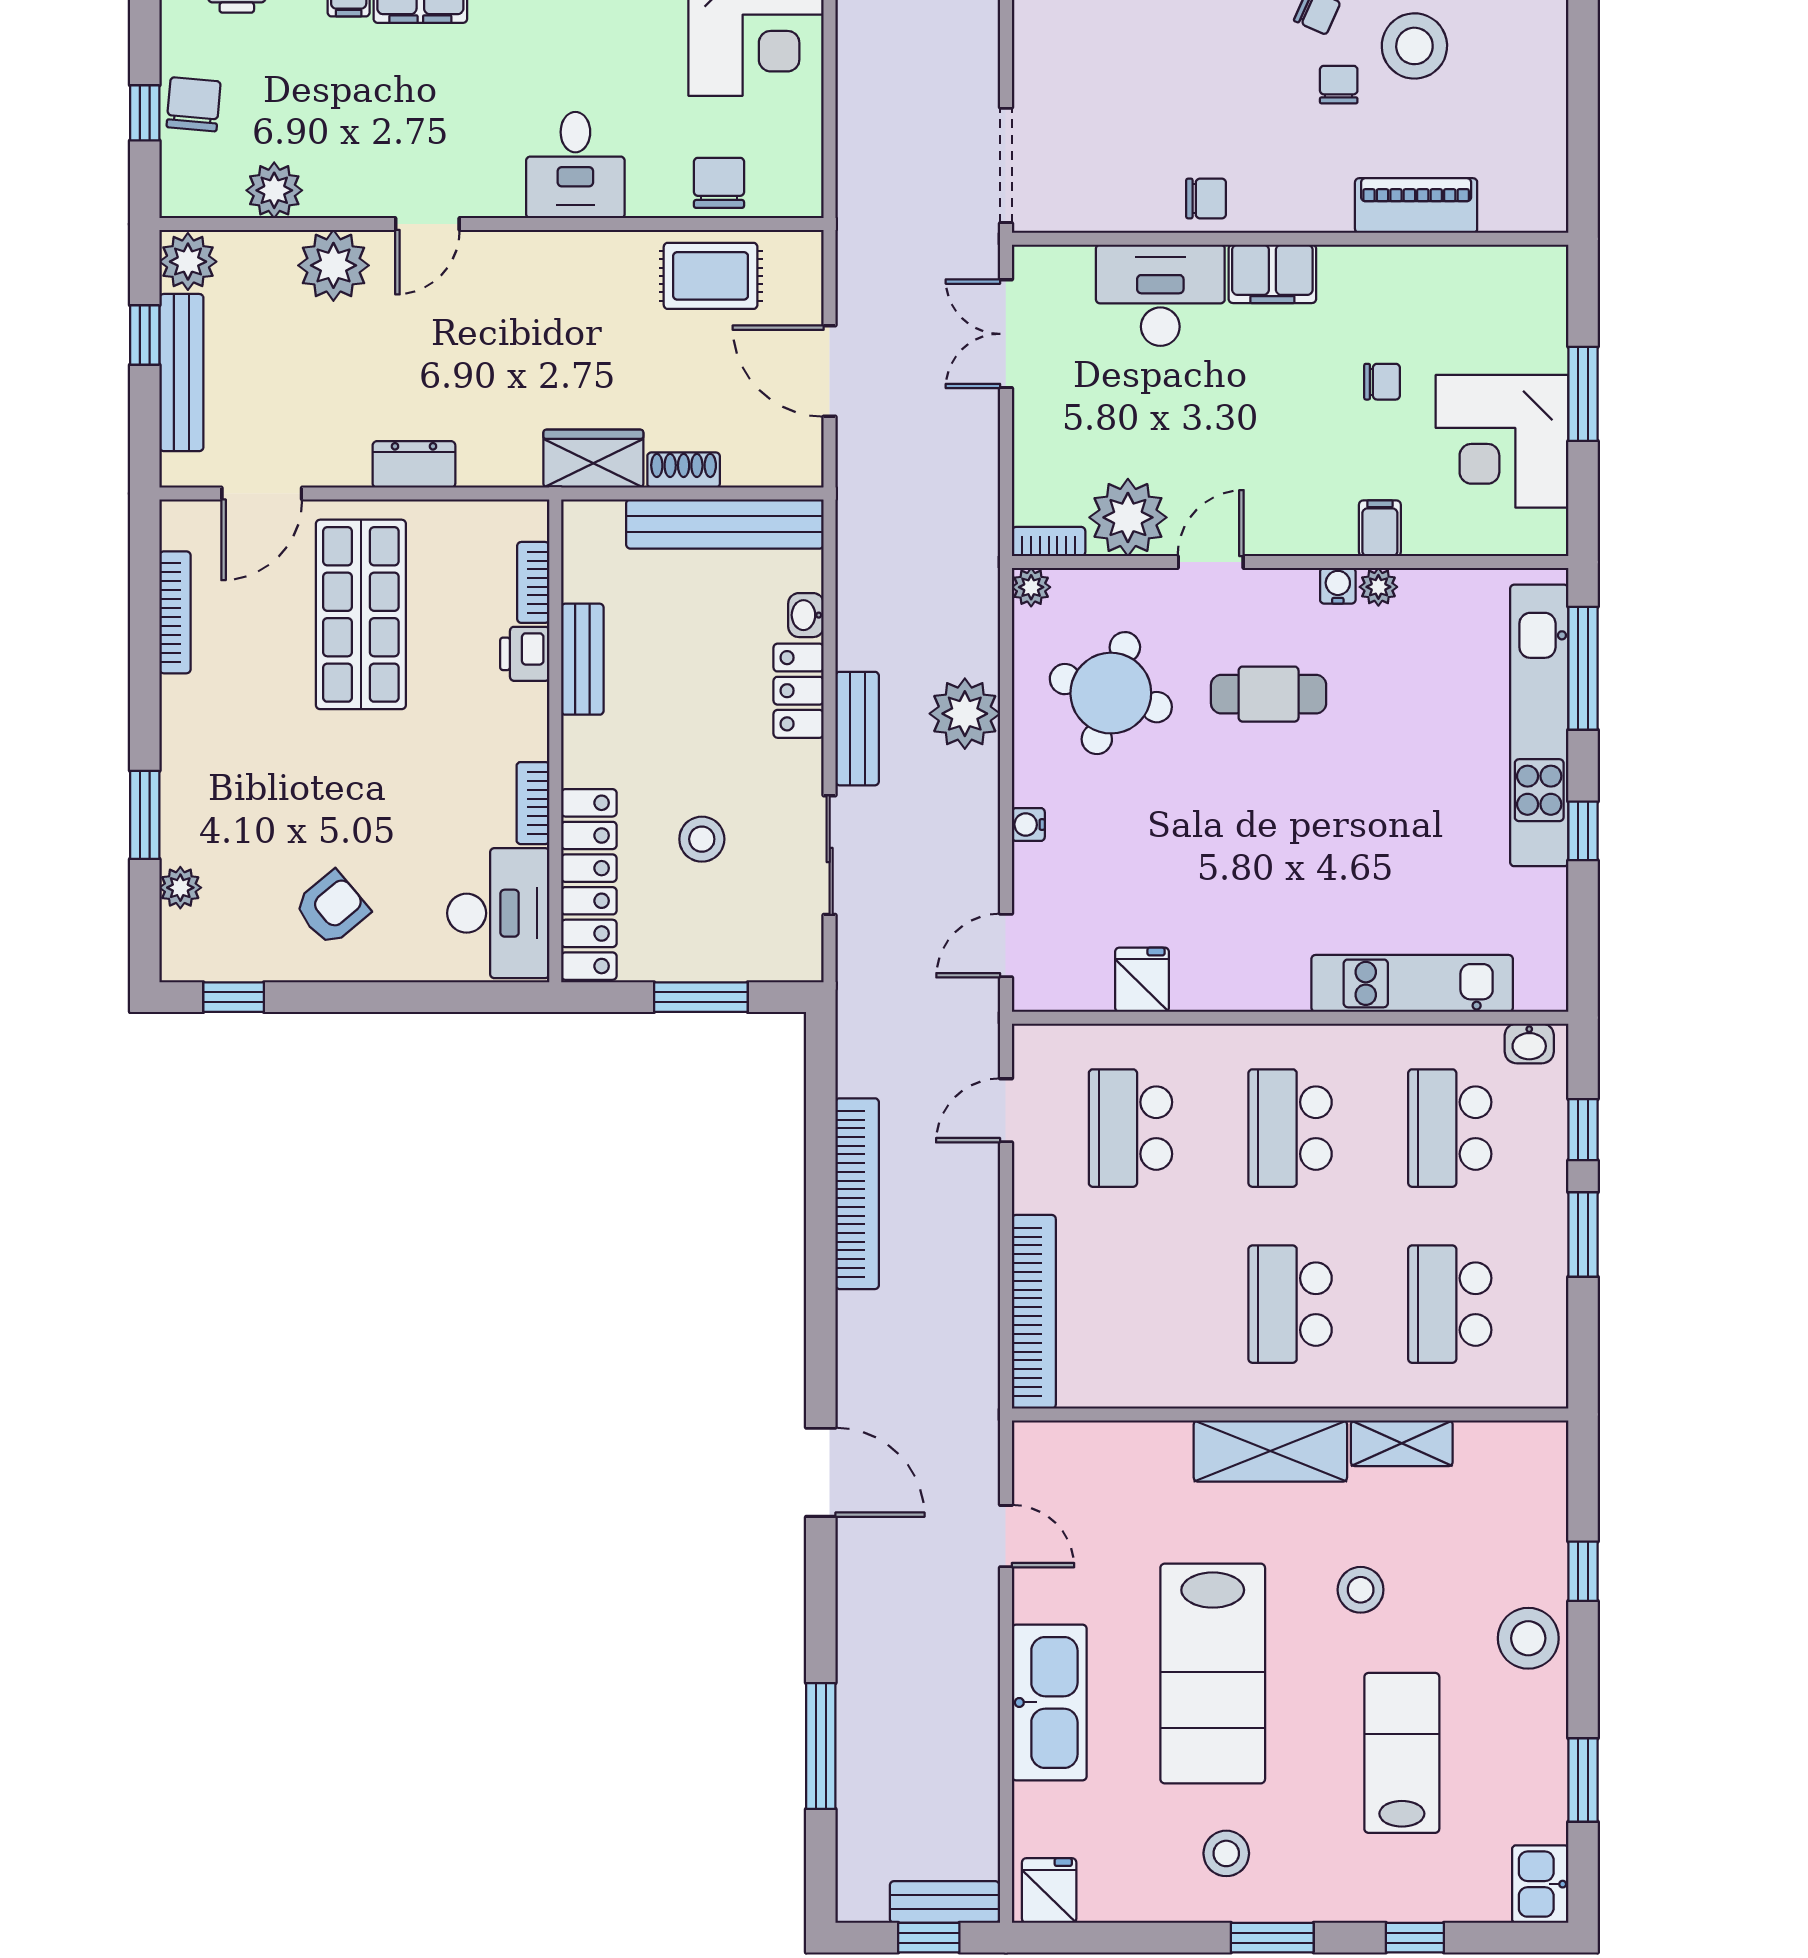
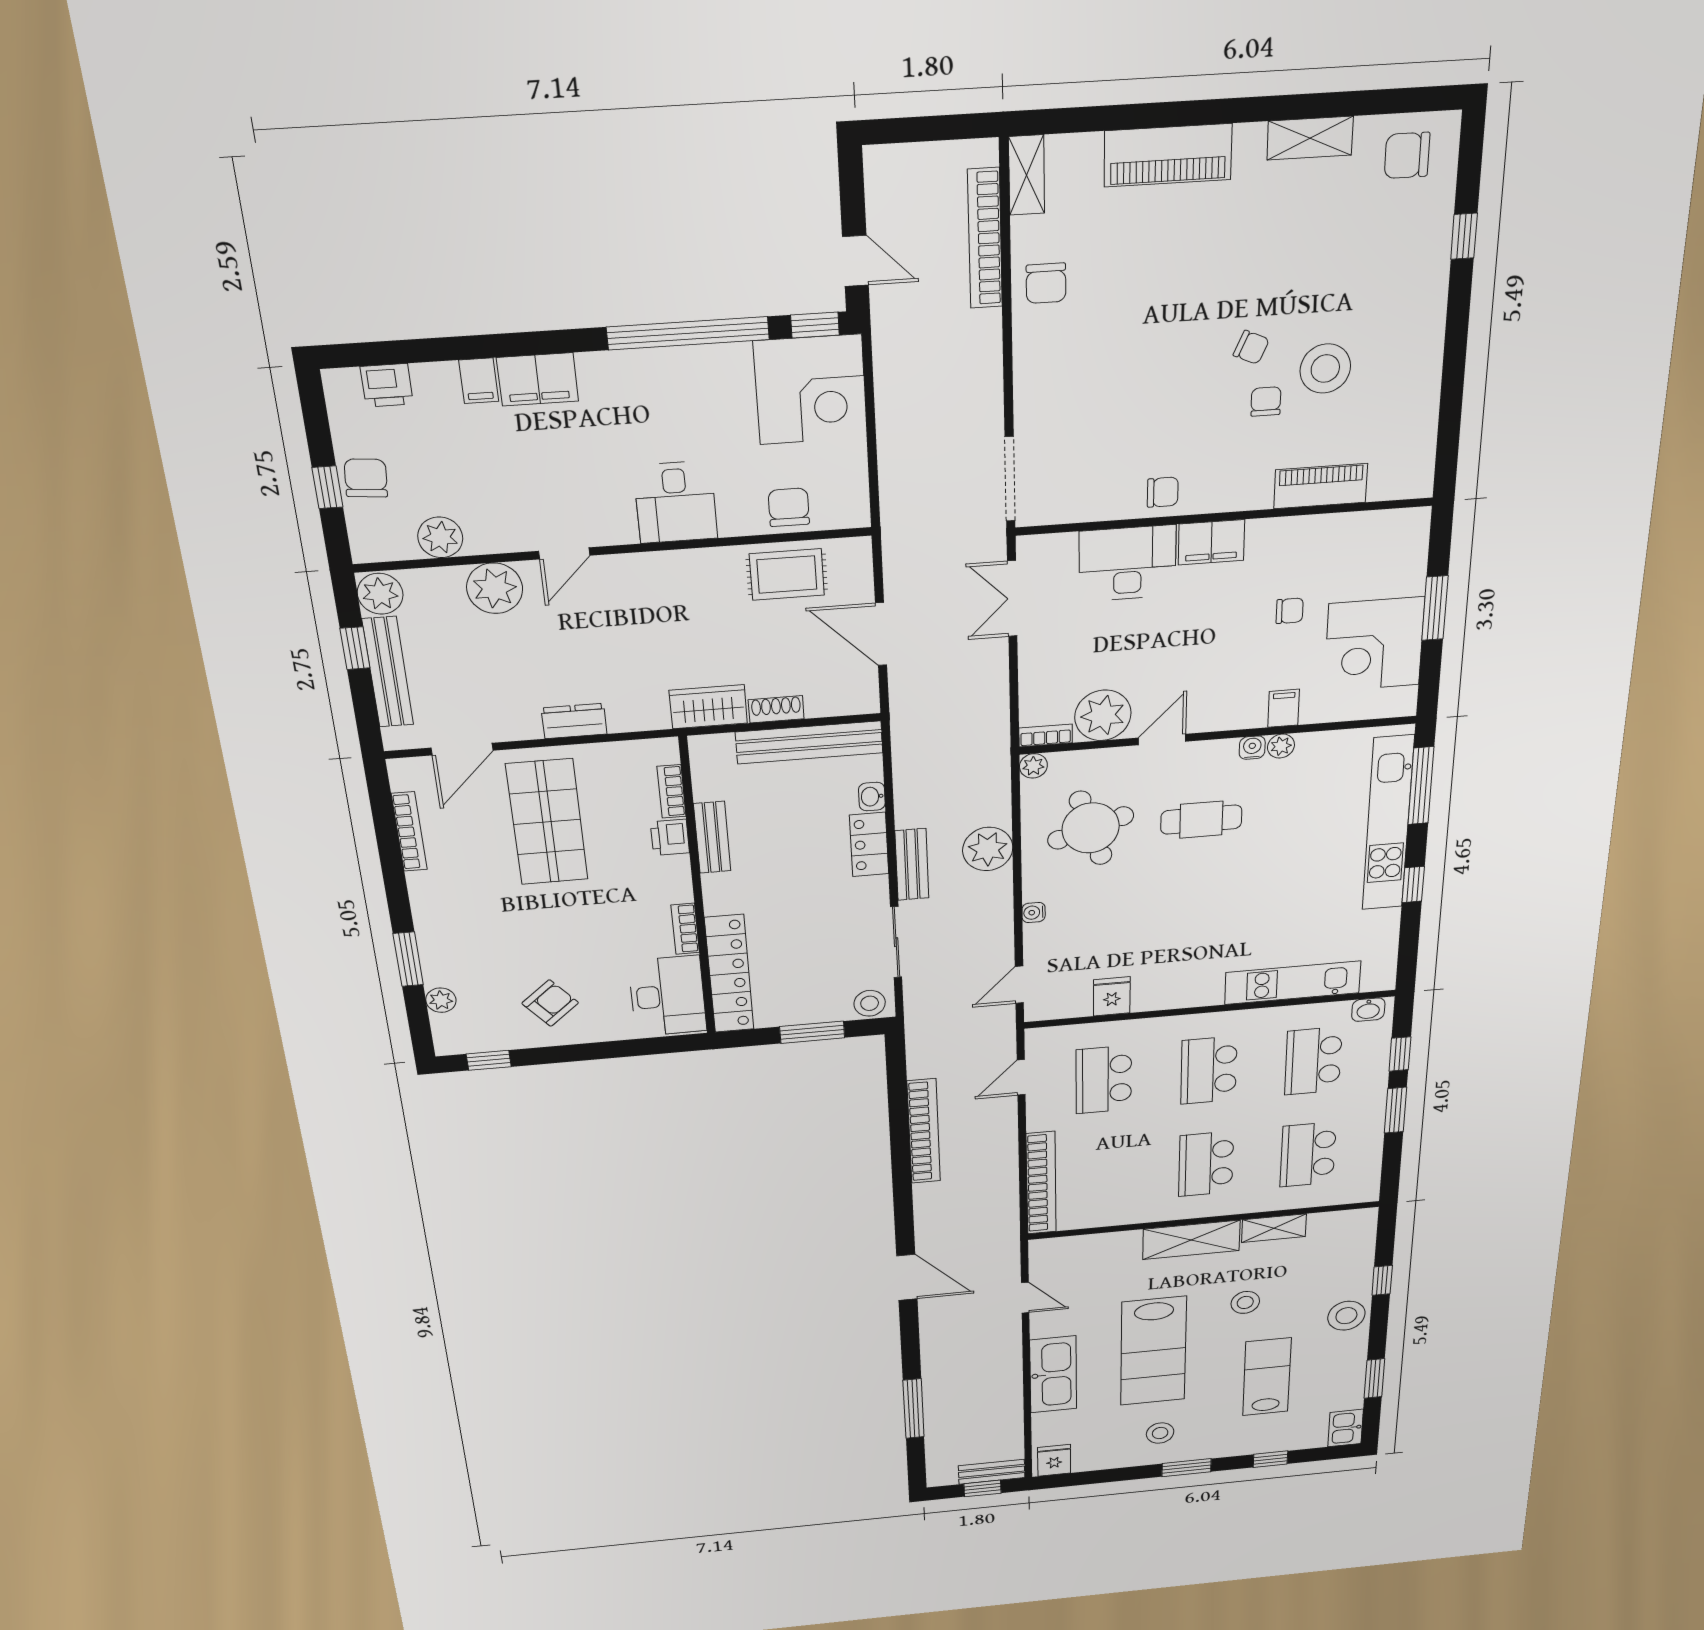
round table: (1111, 693) -> (1091, 828), turned -35
stool: (702, 839) -> (870, 1003), moved

